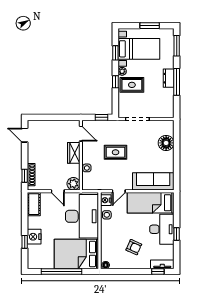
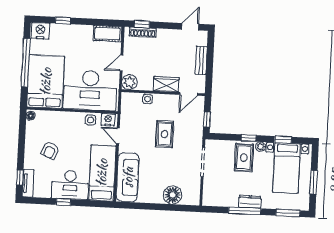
bench: (52, 125) -> (201, 60), added
nightstand: (34, 237) -> (40, 31), moved

